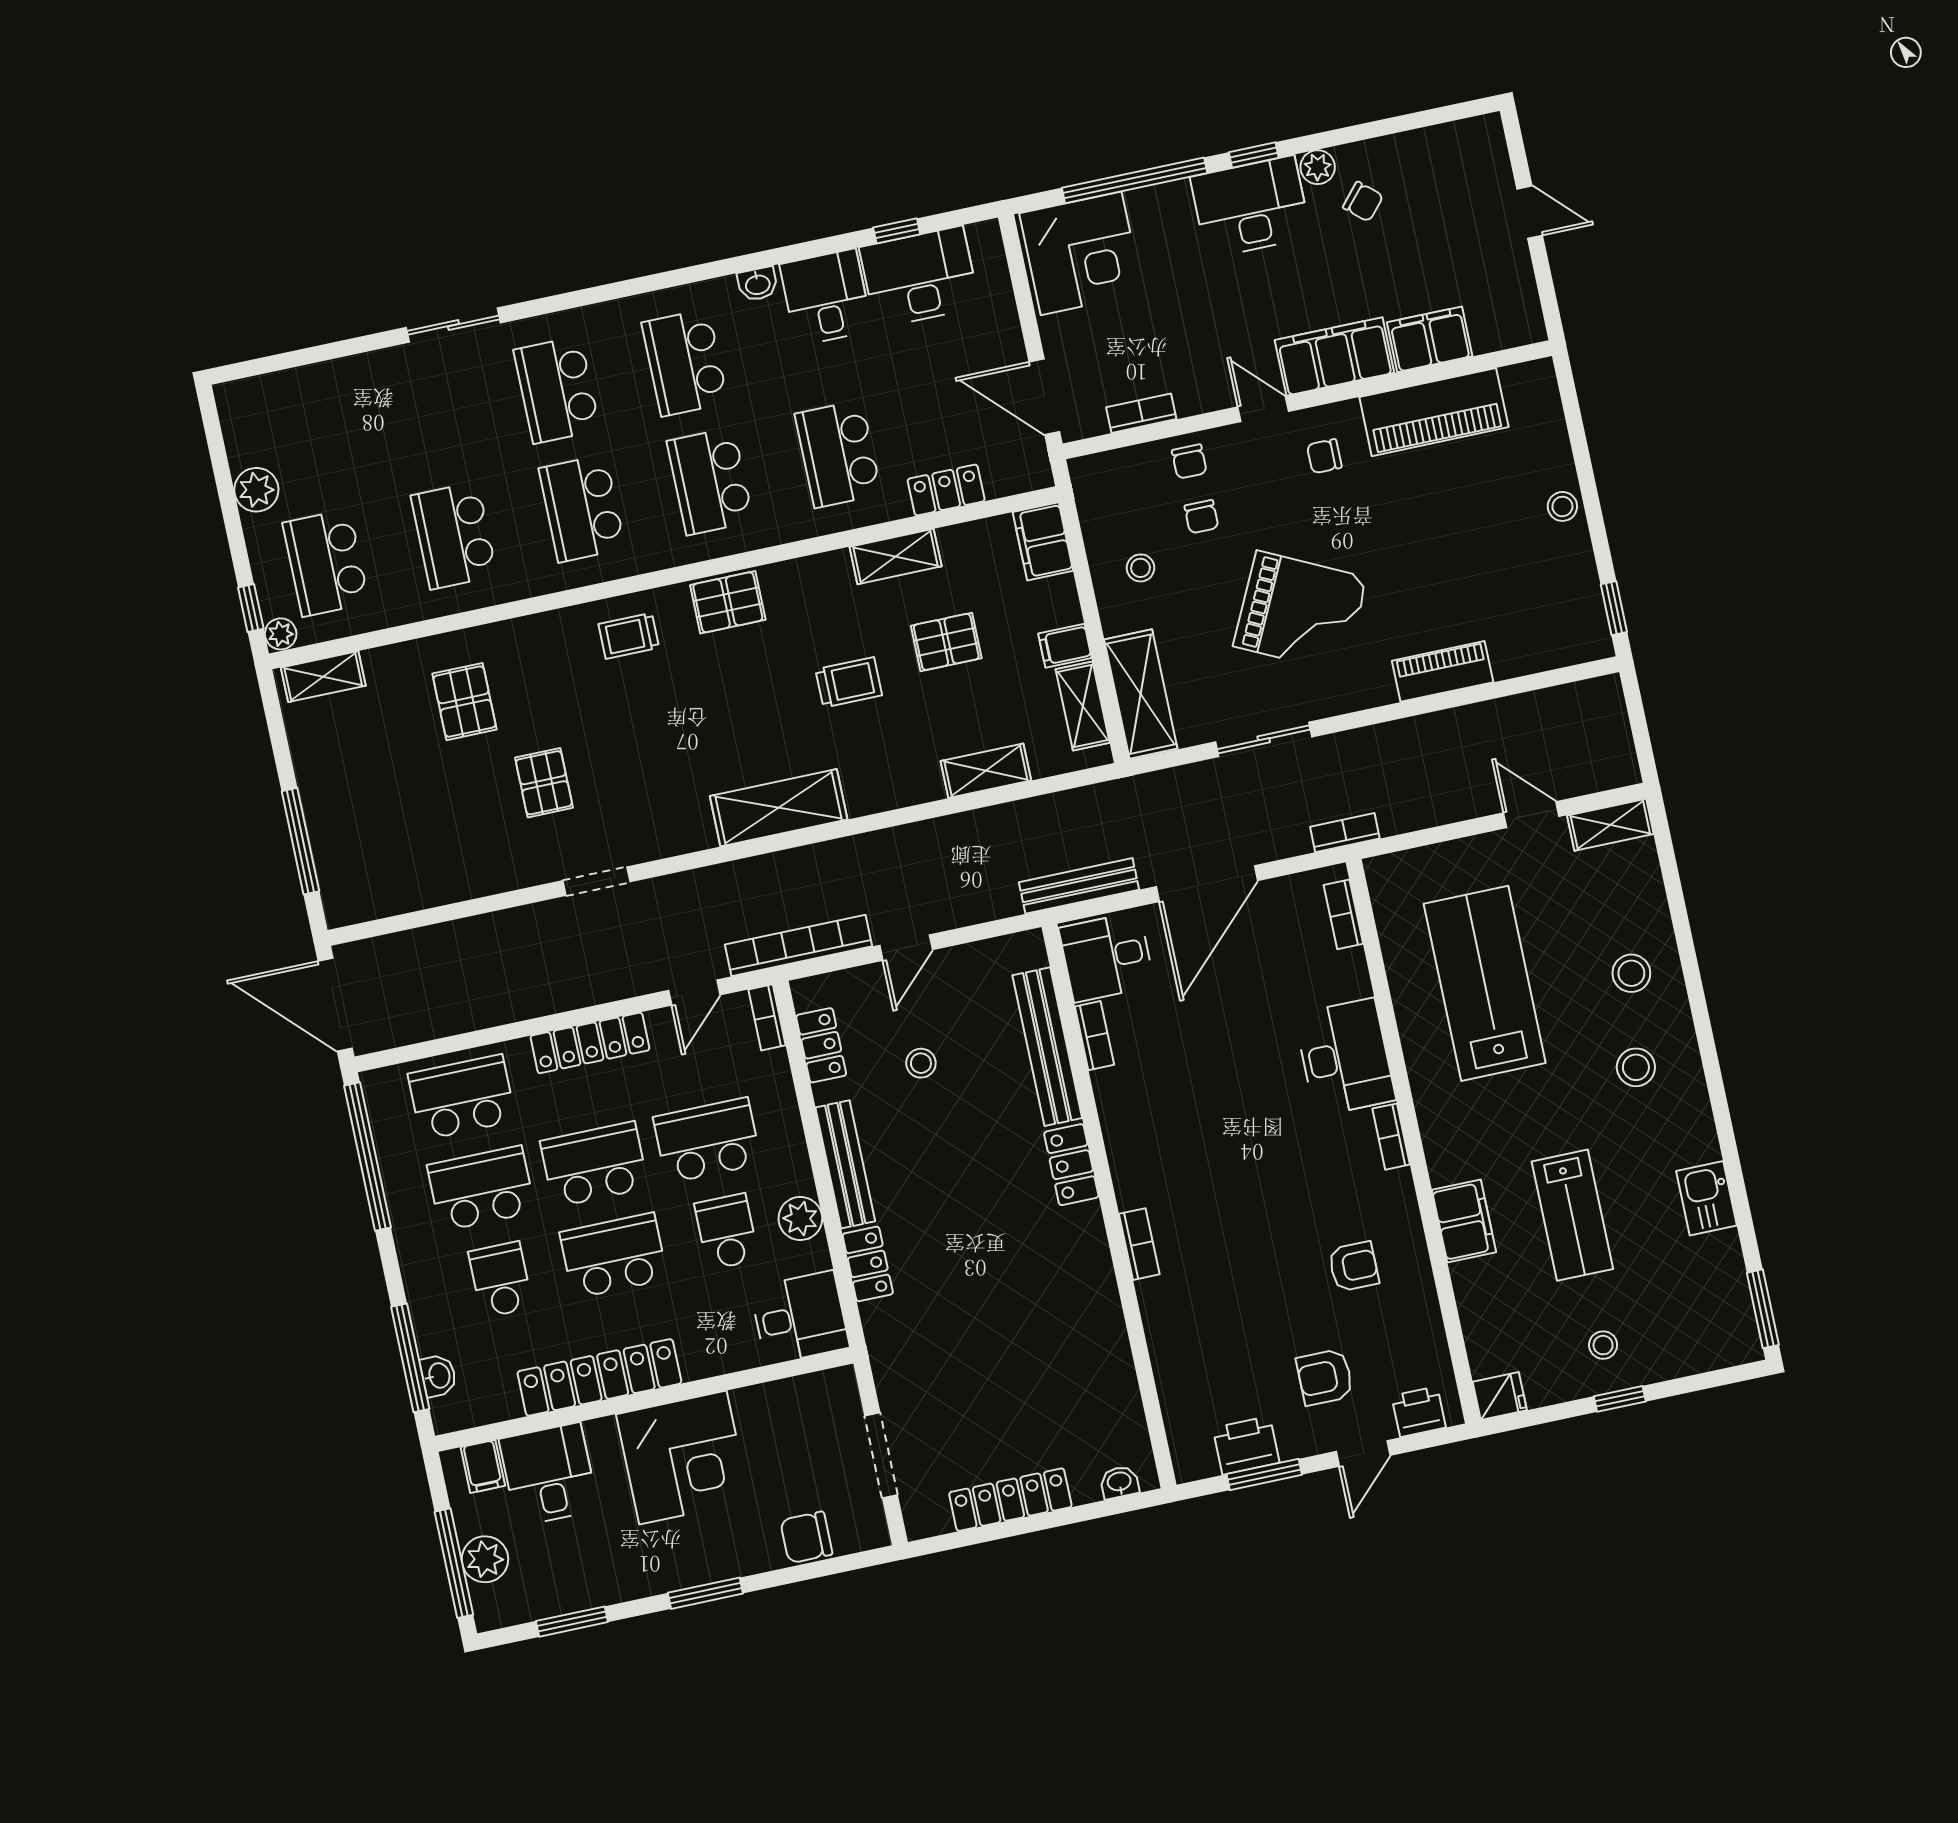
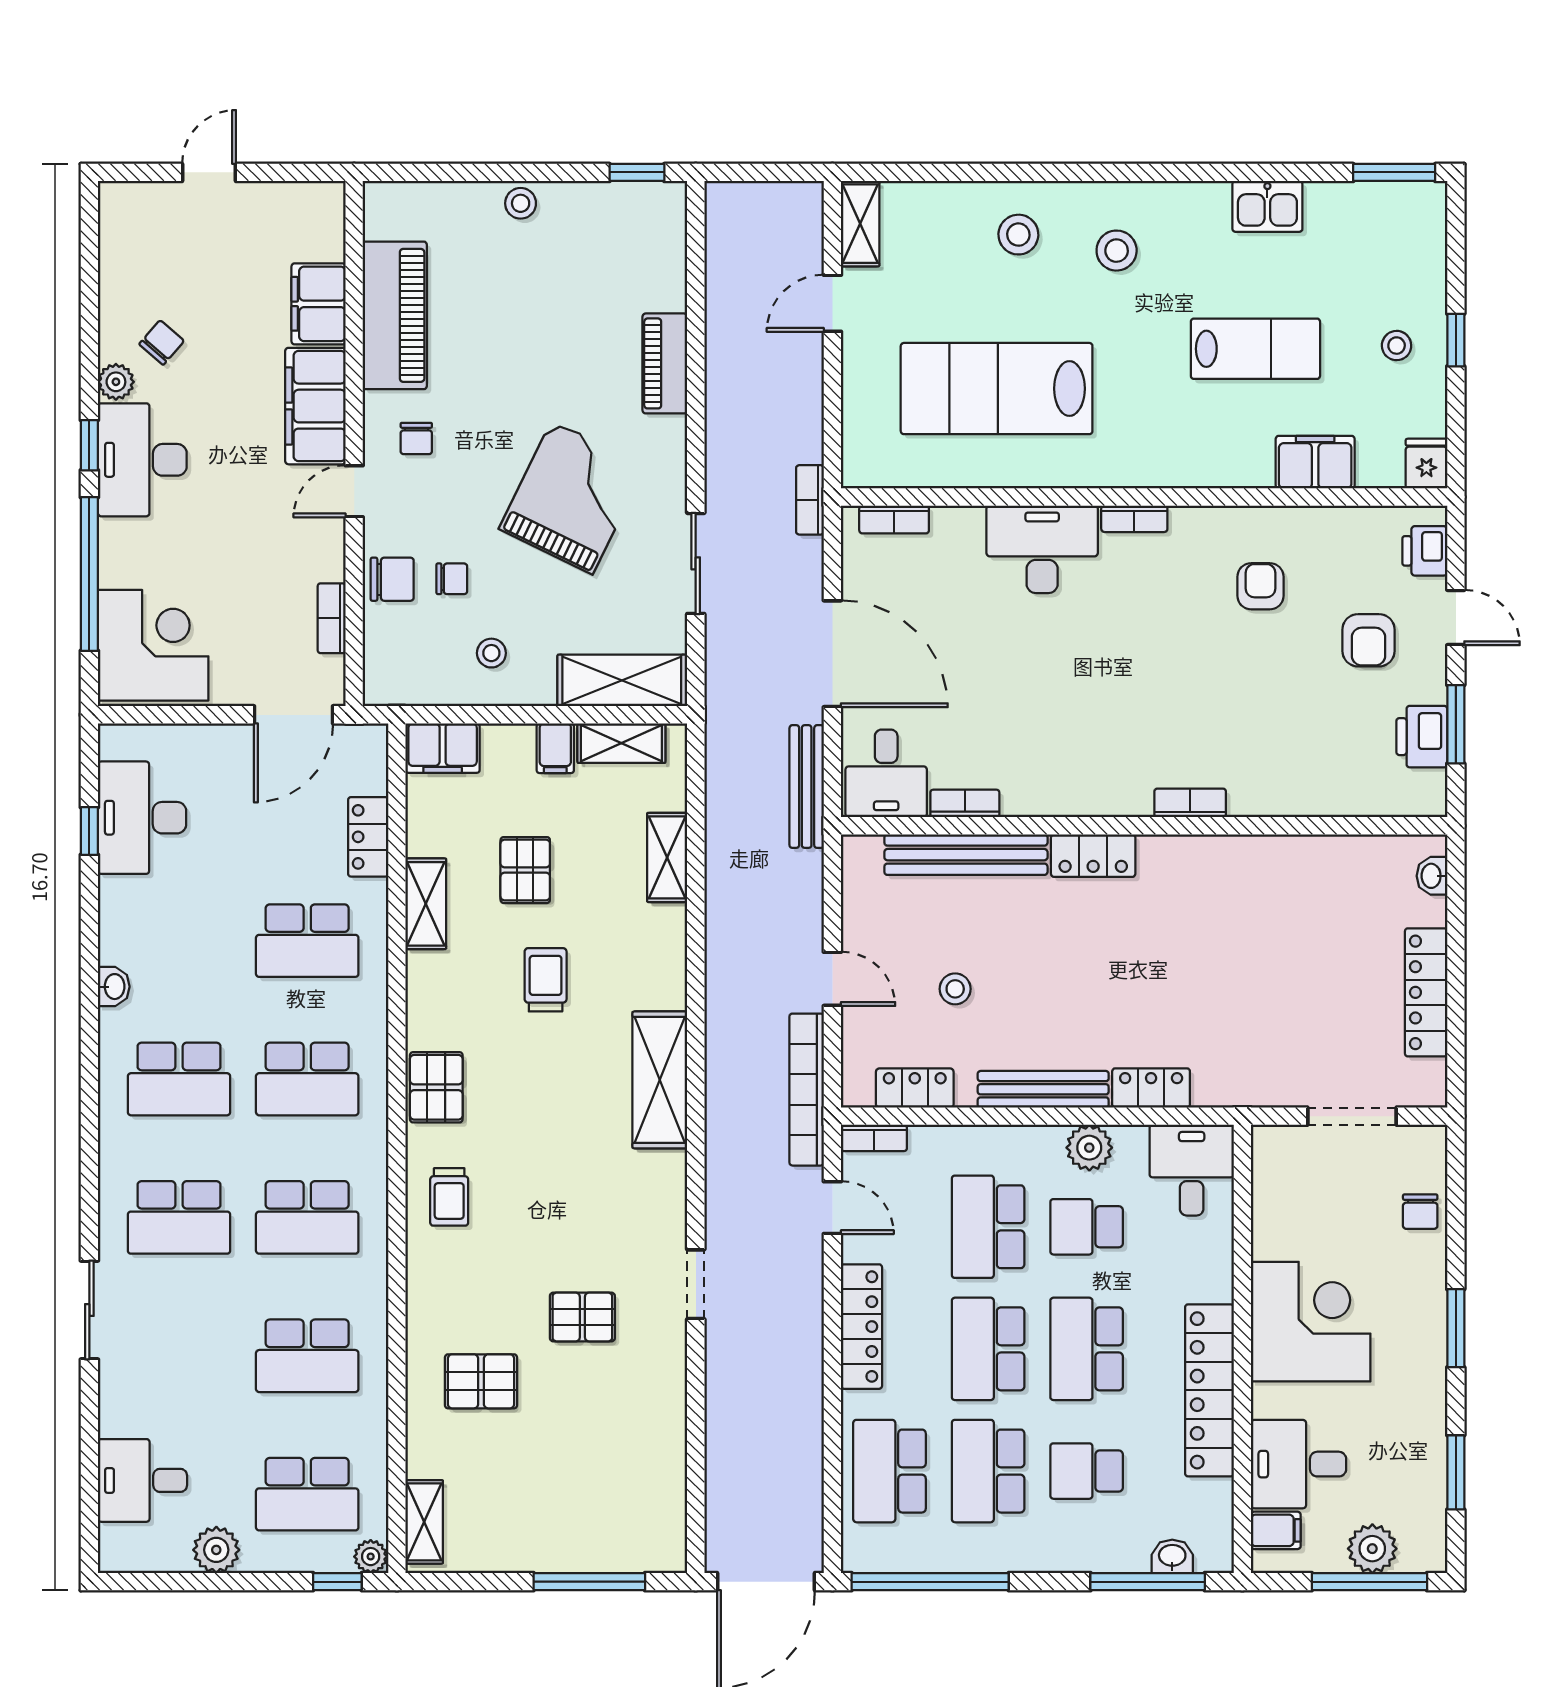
desk: (826, 297) -> (142, 1480), moved
chair: (1189, 462) -> (392, 579), width x1.37, depth x1.37
filing cabinet: (1464, 1221) -> (1315, 462), moved
chair: (806, 1537) -> (1420, 1212), width x0.73, depth x0.73

